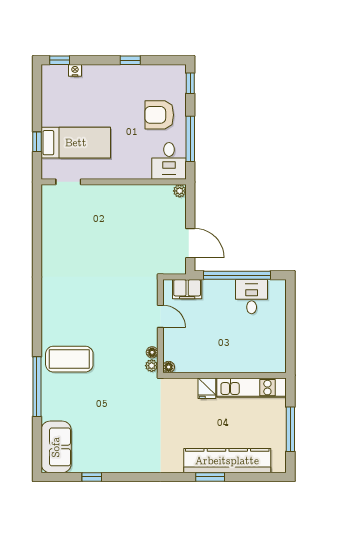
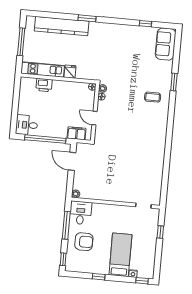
bed: (76, 143) -> (120, 255), moved, turned 90
desk: (252, 297) -> (27, 125), moved, turned 90
coffee table: (69, 359) -> (153, 97), width x0.54, depth x0.58
printer: (247, 363) -> (44, 85), added
window: (37, 387) -> (174, 82), width x0.47
window: (210, 477) -> (87, 18), moved

